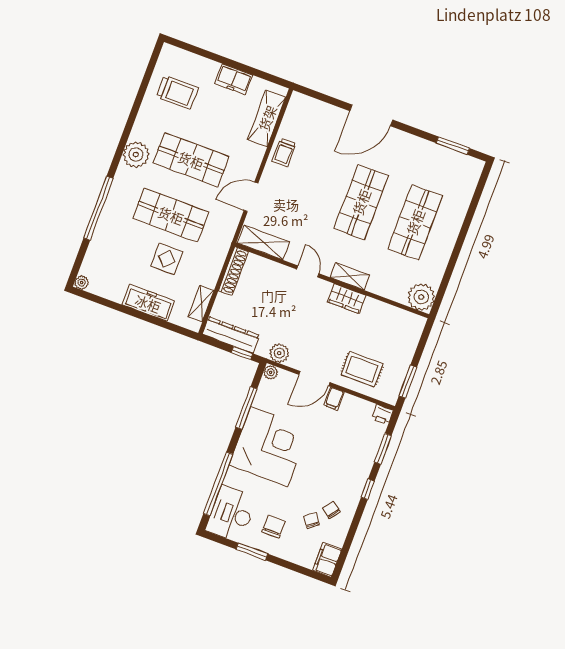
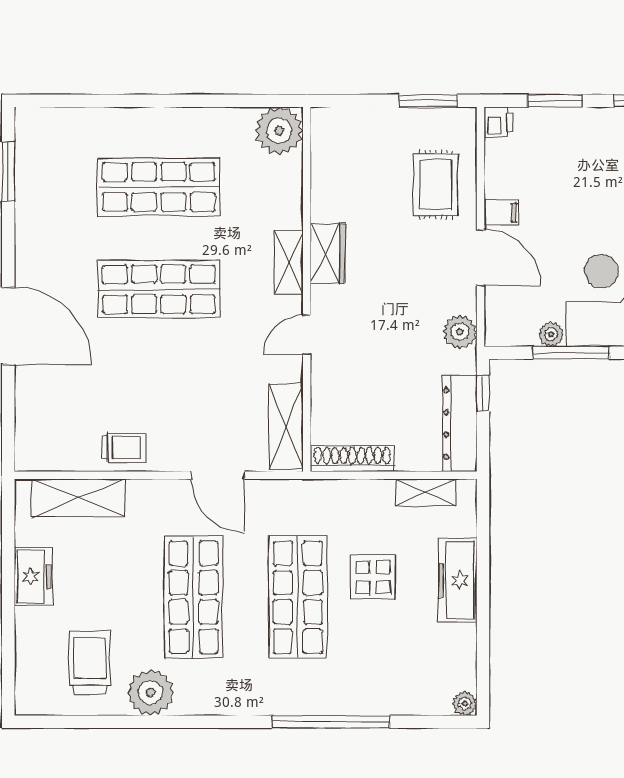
plant: (136, 155) -> (150, 693), moved
plant: (271, 372) -> (551, 334), moved

